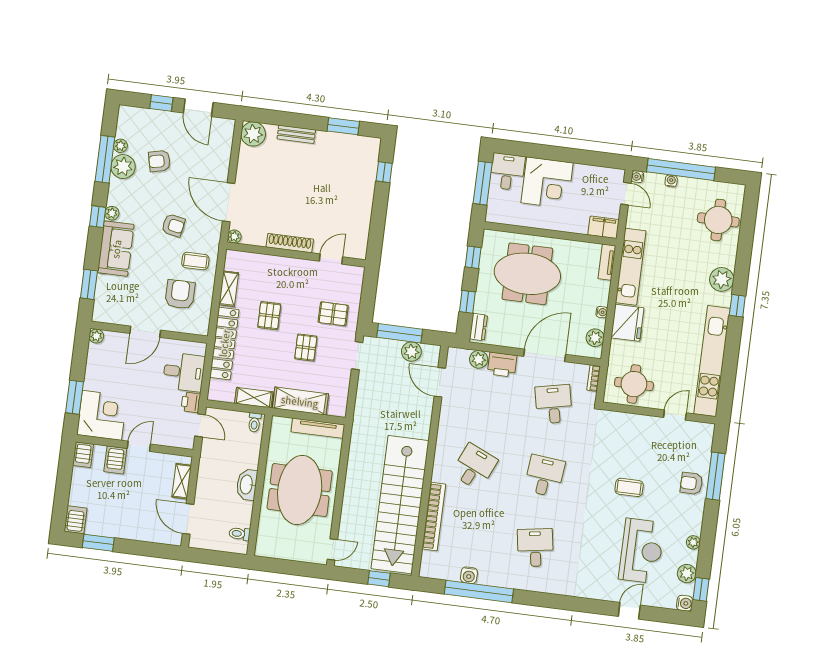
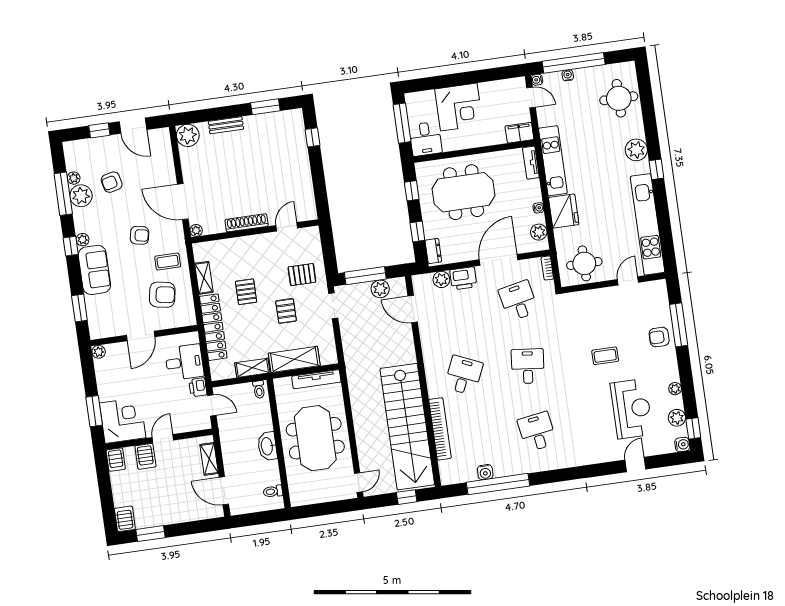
desk: (507, 172) -> (426, 139), moved, turned 180
armchair: (180, 294) -> (162, 295), turned 100

